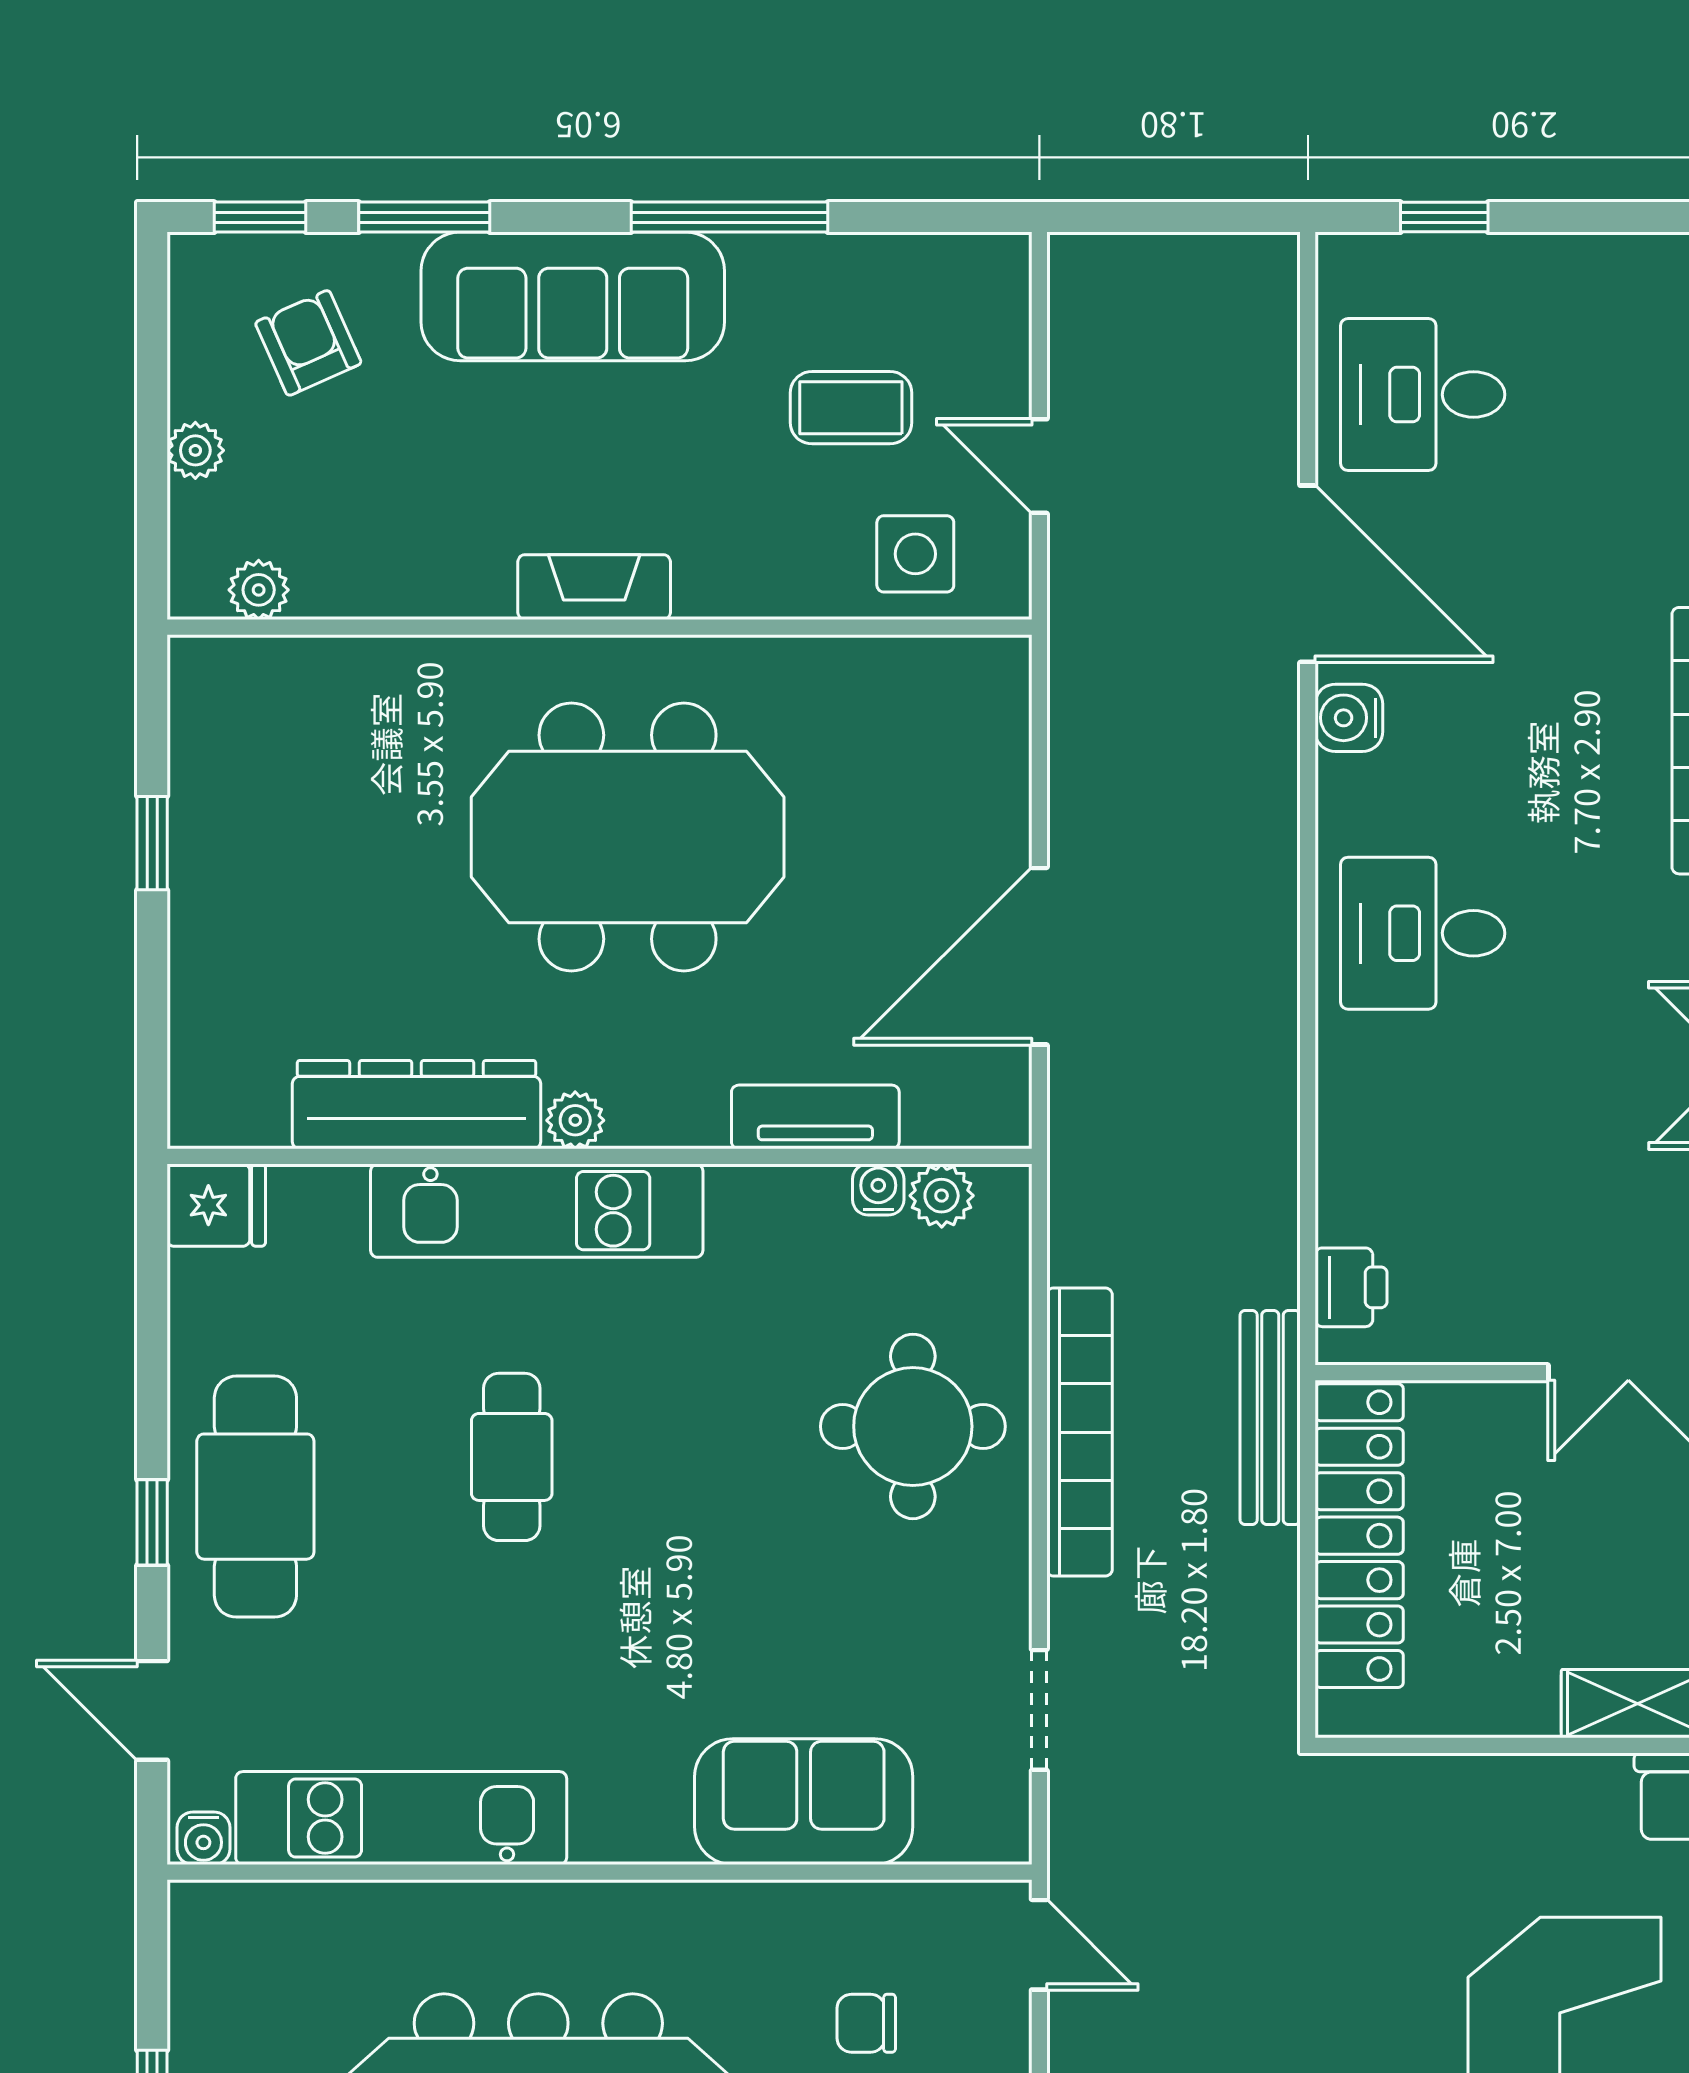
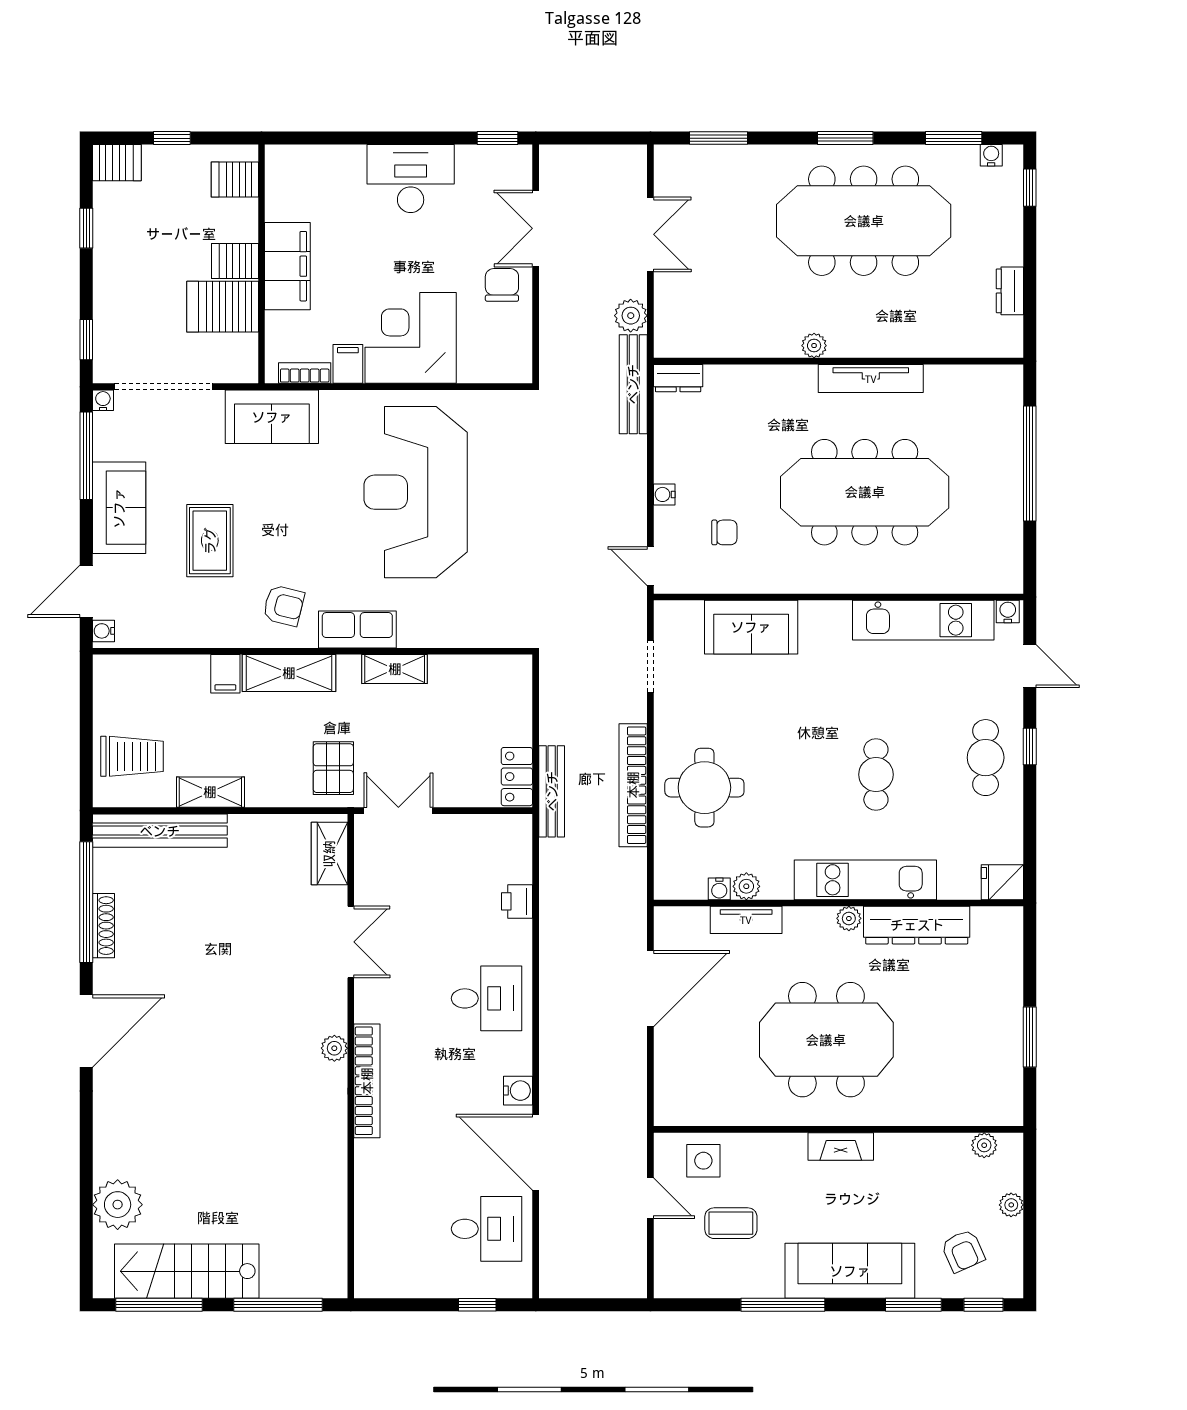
window: (152, 843) -> (1030, 1037), width x1.50
plant: (942, 1196) -> (746, 886), moved
printer: (1351, 1287) -> (517, 901), moved
cafe table: (255, 1497) -> (986, 758), width x0.73, depth x0.74
locker: (1359, 1536) -> (517, 777), width x0.46, depth x0.83

